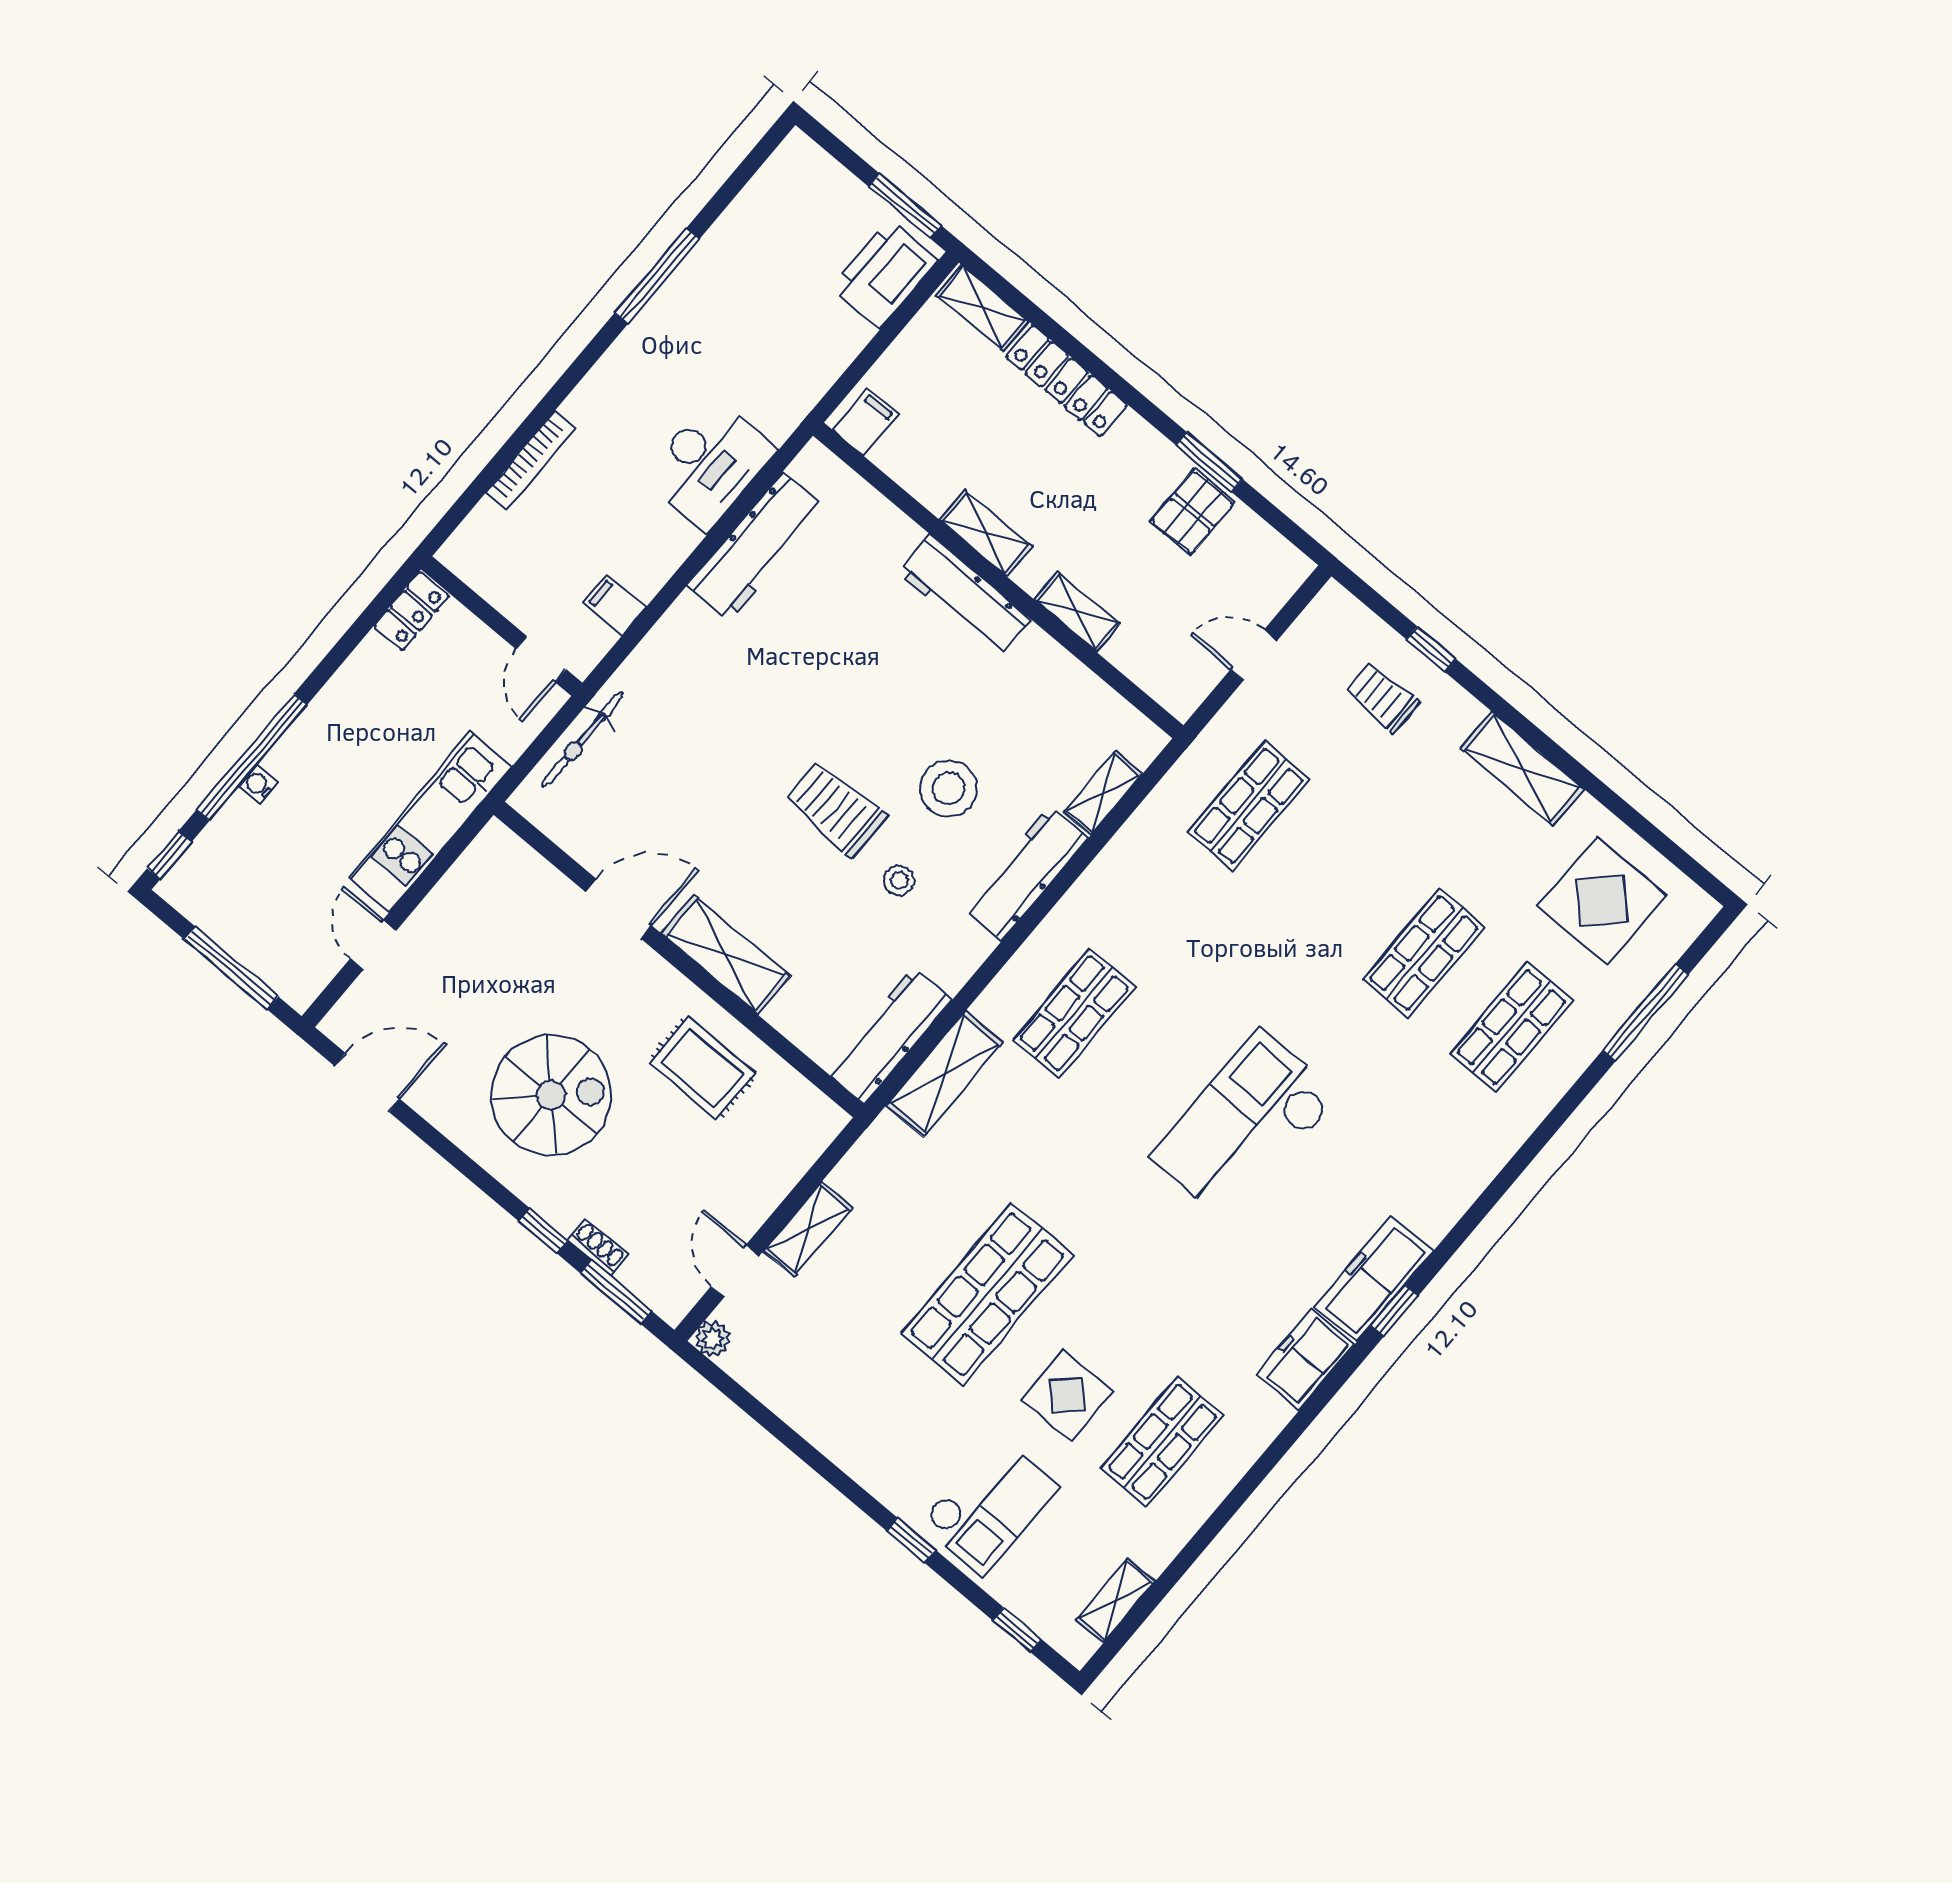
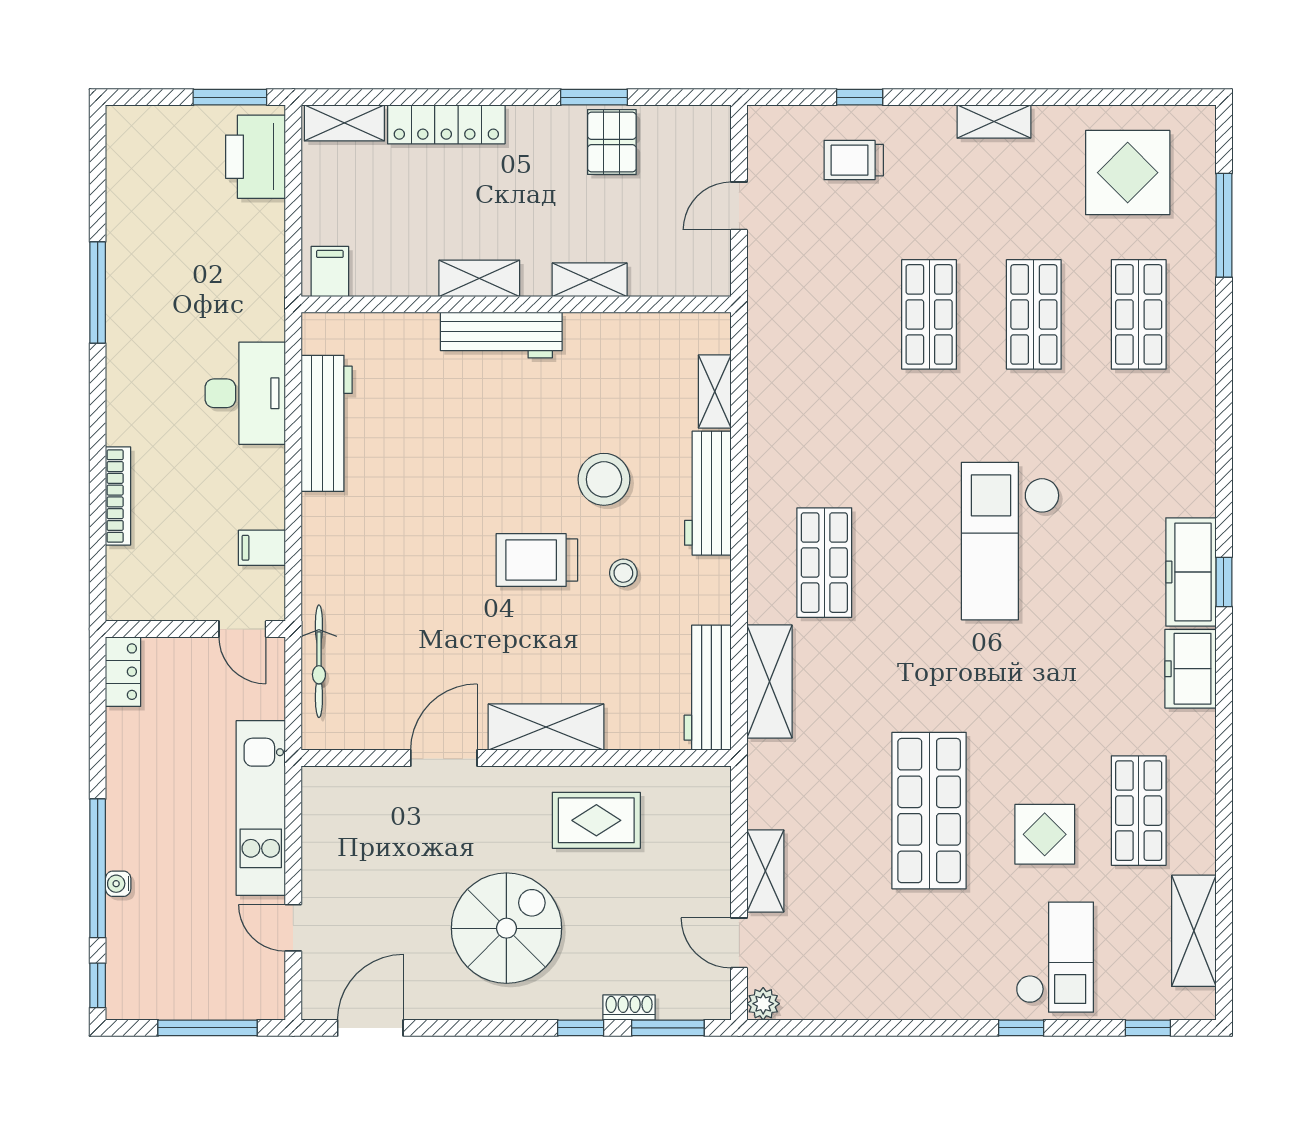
shelving: (1522, 769) -> (994, 122), width x0.67, depth x0.75
shop shelf: (1249, 806) -> (929, 314), moved
shelving: (1115, 1600) -> (1194, 931), width x1.50, depth x1.33

